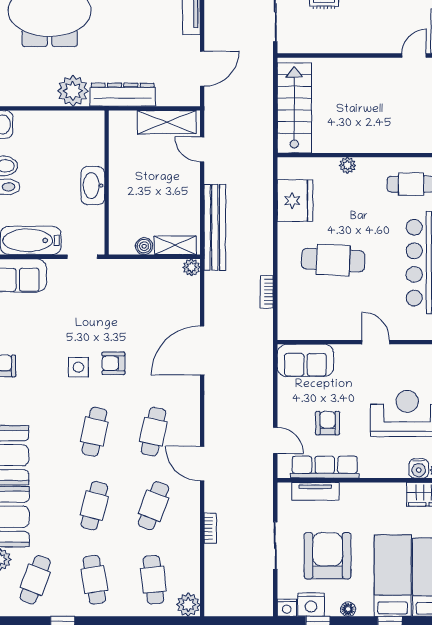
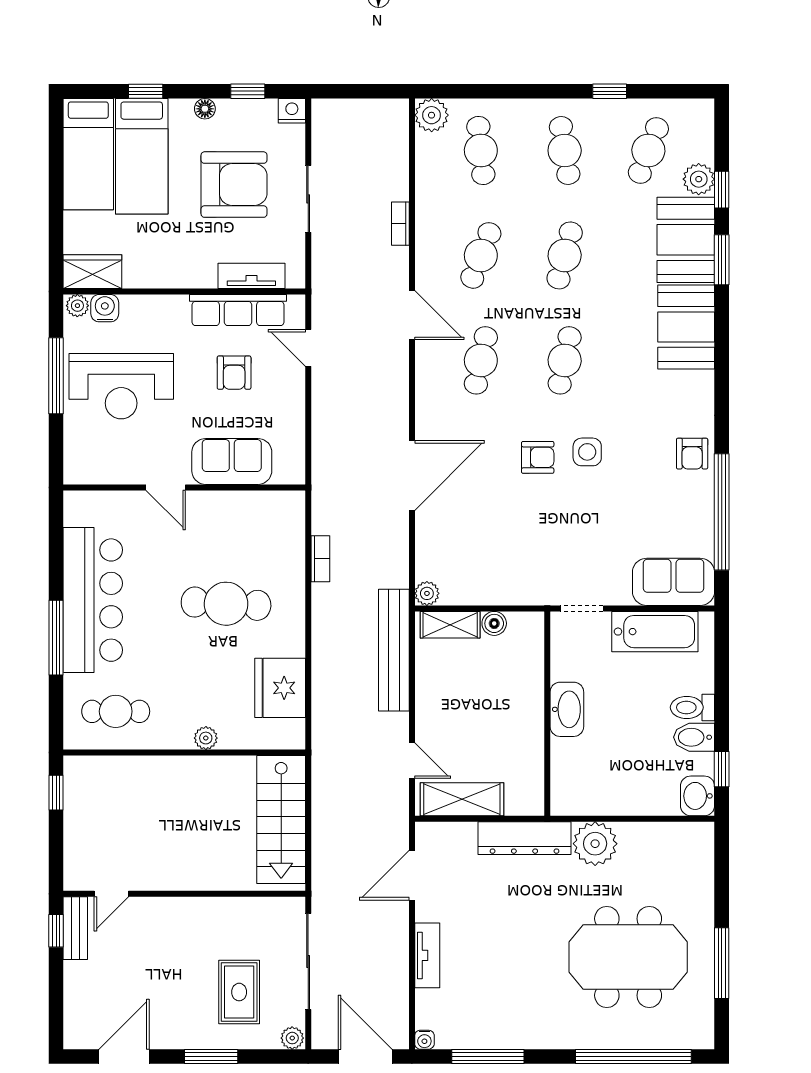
sofa: (305, 360) -> (232, 461), moved
armchair: (328, 556) -> (234, 185), turned -90
nightstand: (311, 605) -> (257, 115), removed

